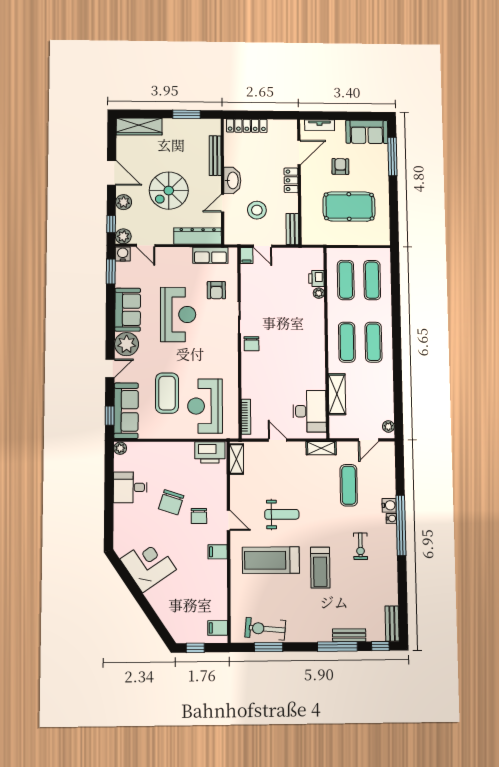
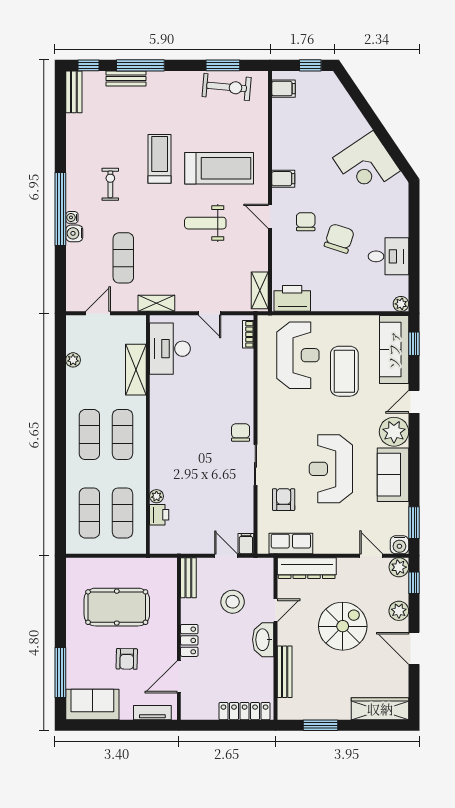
bookcase: (246, 417) -> (248, 334), width x0.64
plant: (388, 426) -> (73, 360), moved

